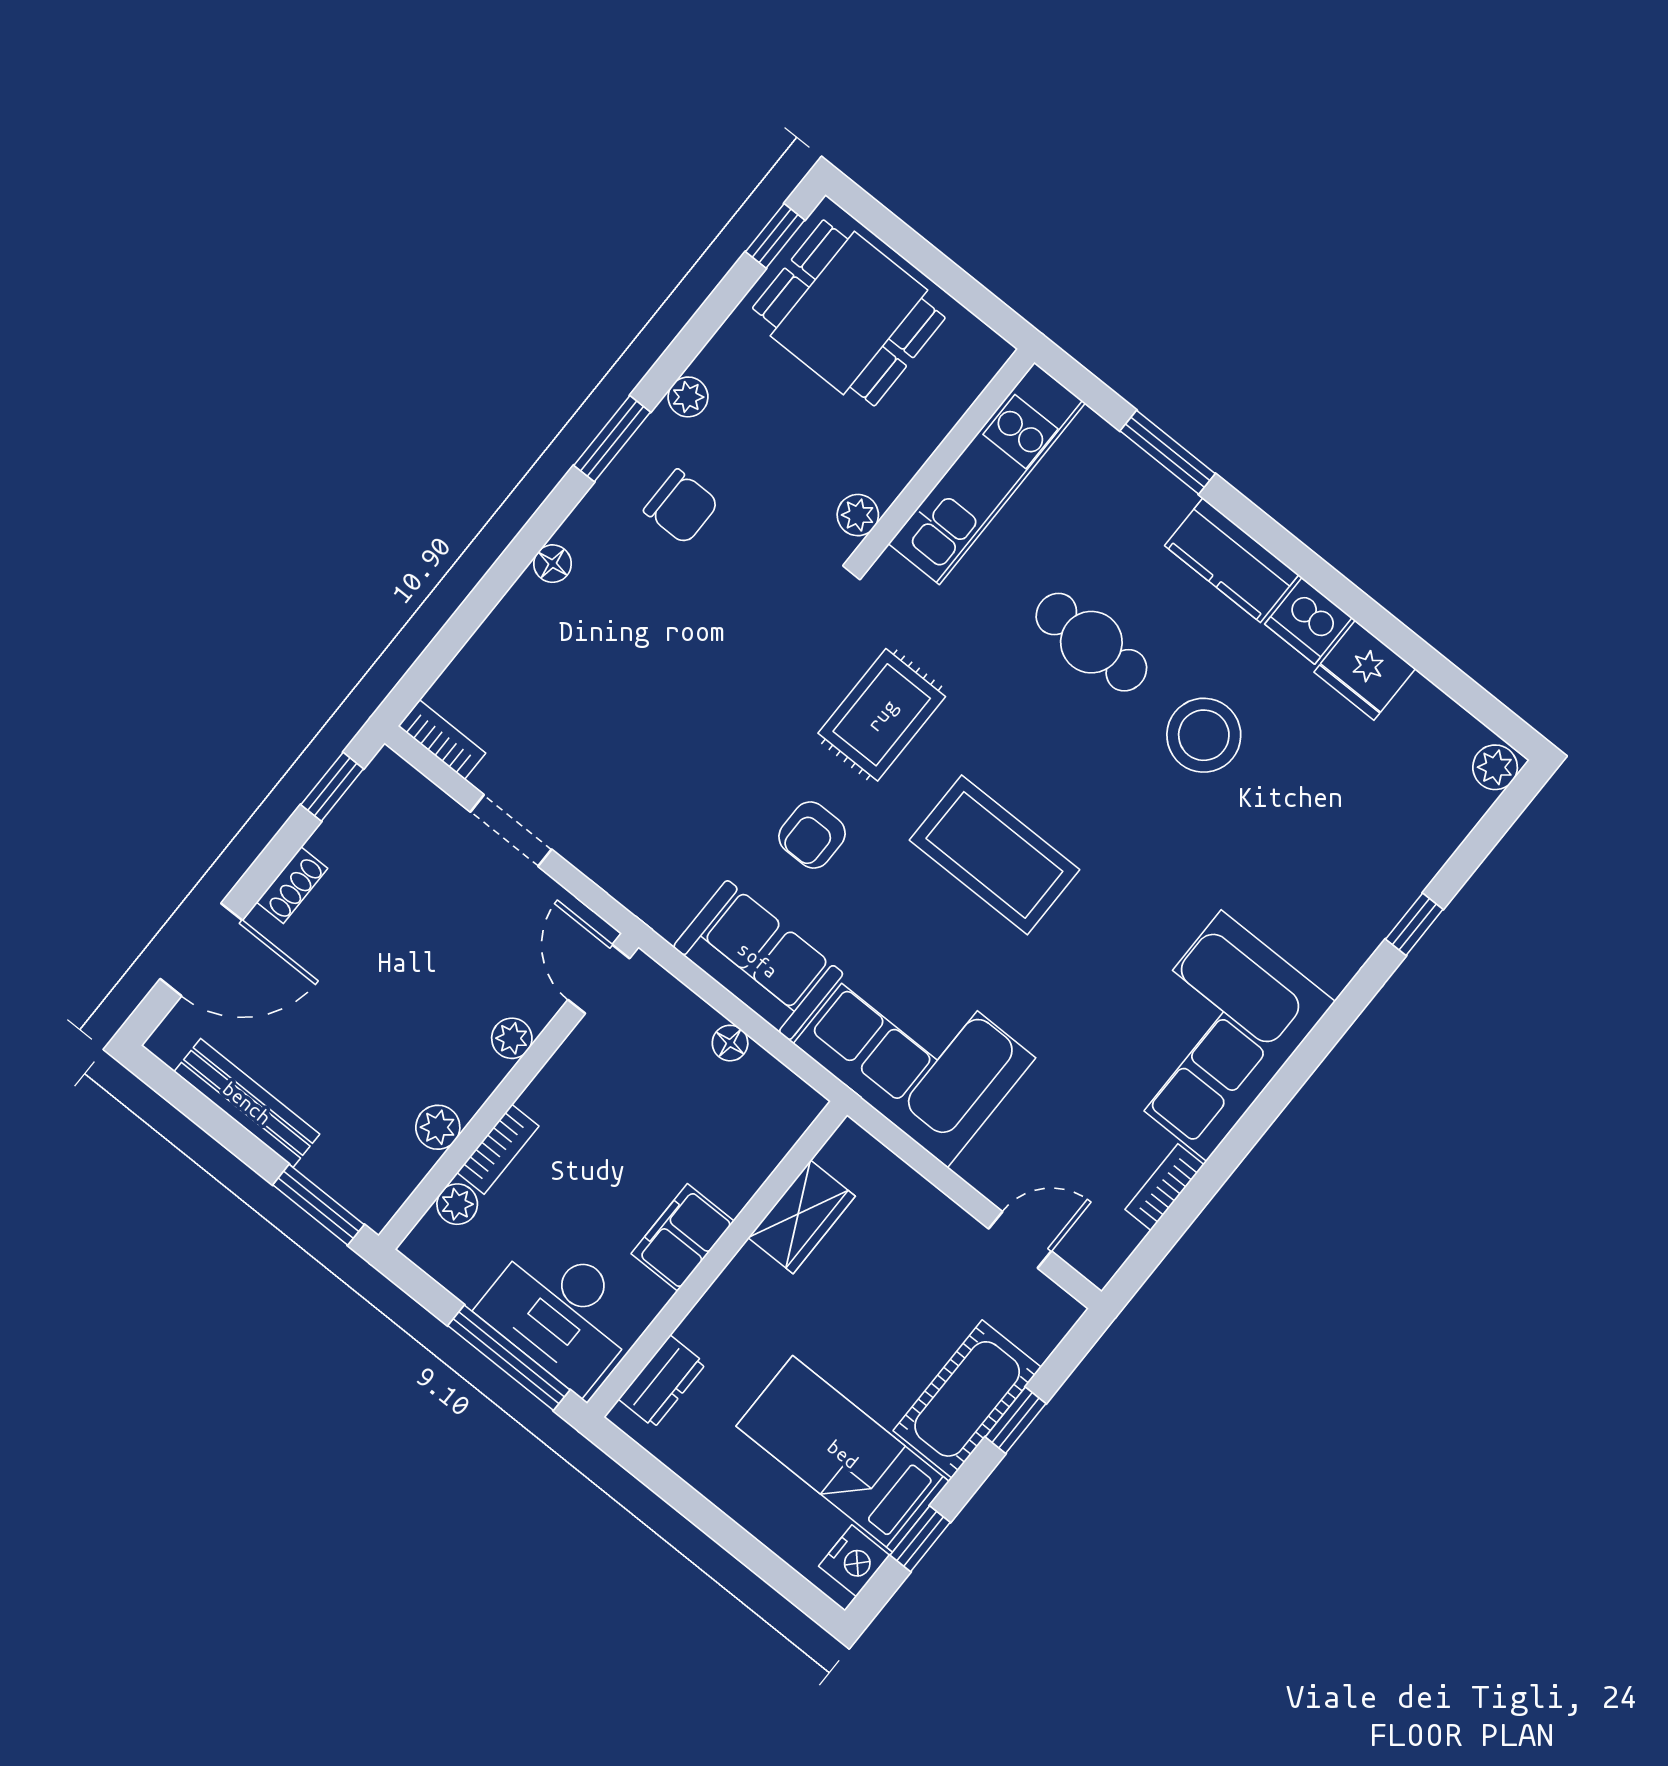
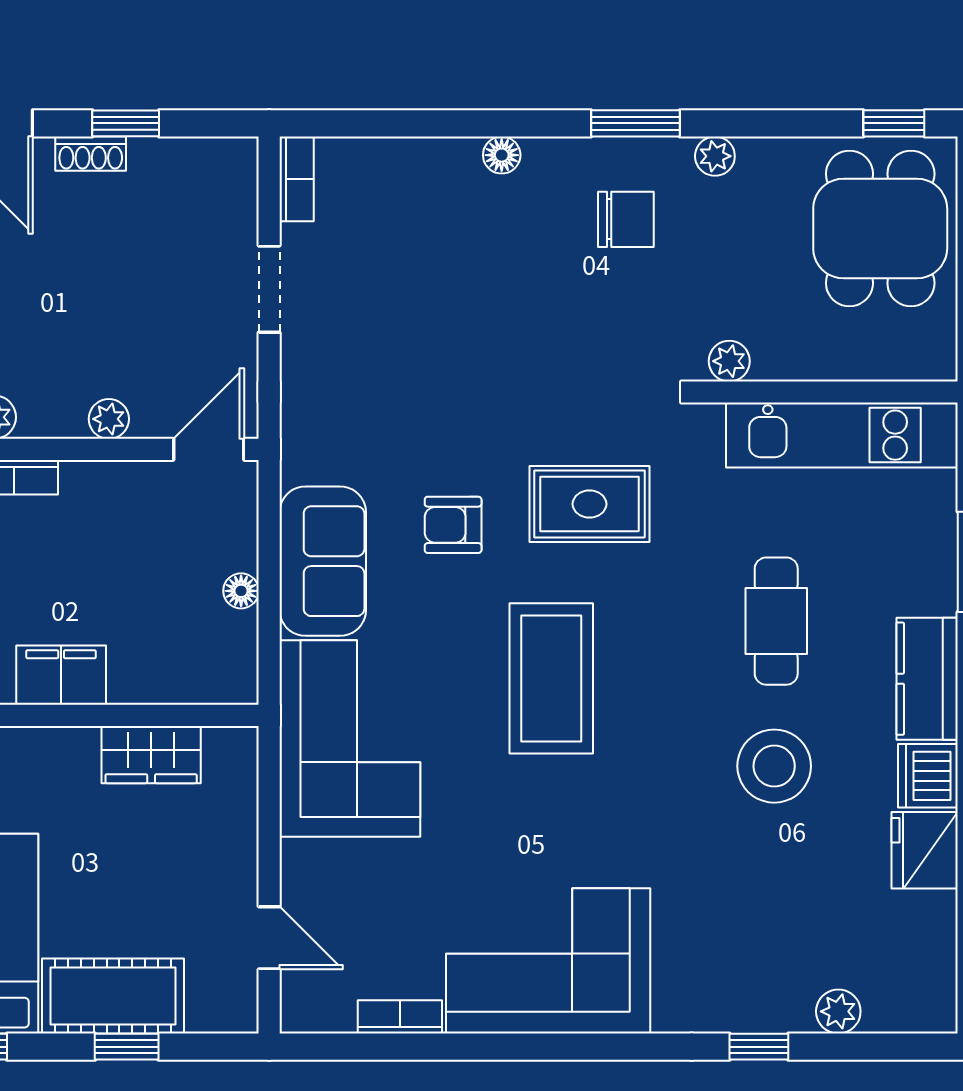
chair: (681, 507) -> (626, 219), turned -90
plant: (1495, 767) -> (838, 1011), moved
window: (332, 787) -> (126, 123), moved

